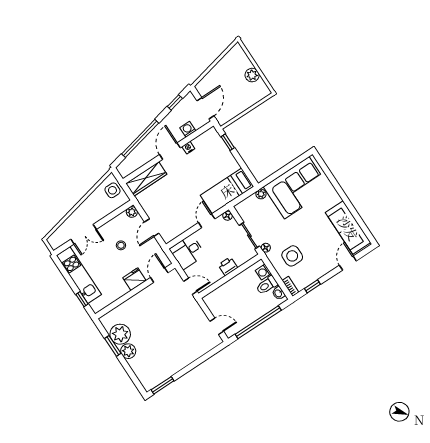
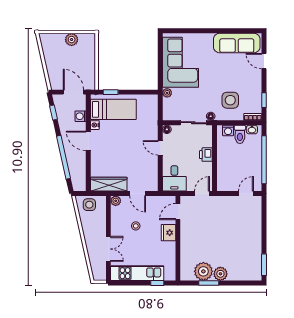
wardrobe: (146, 179) -> (109, 184), moved, turned -90
bed: (227, 191) -> (113, 109), moved, turned -90
door: (159, 275) -> (178, 212), hinge flipped

